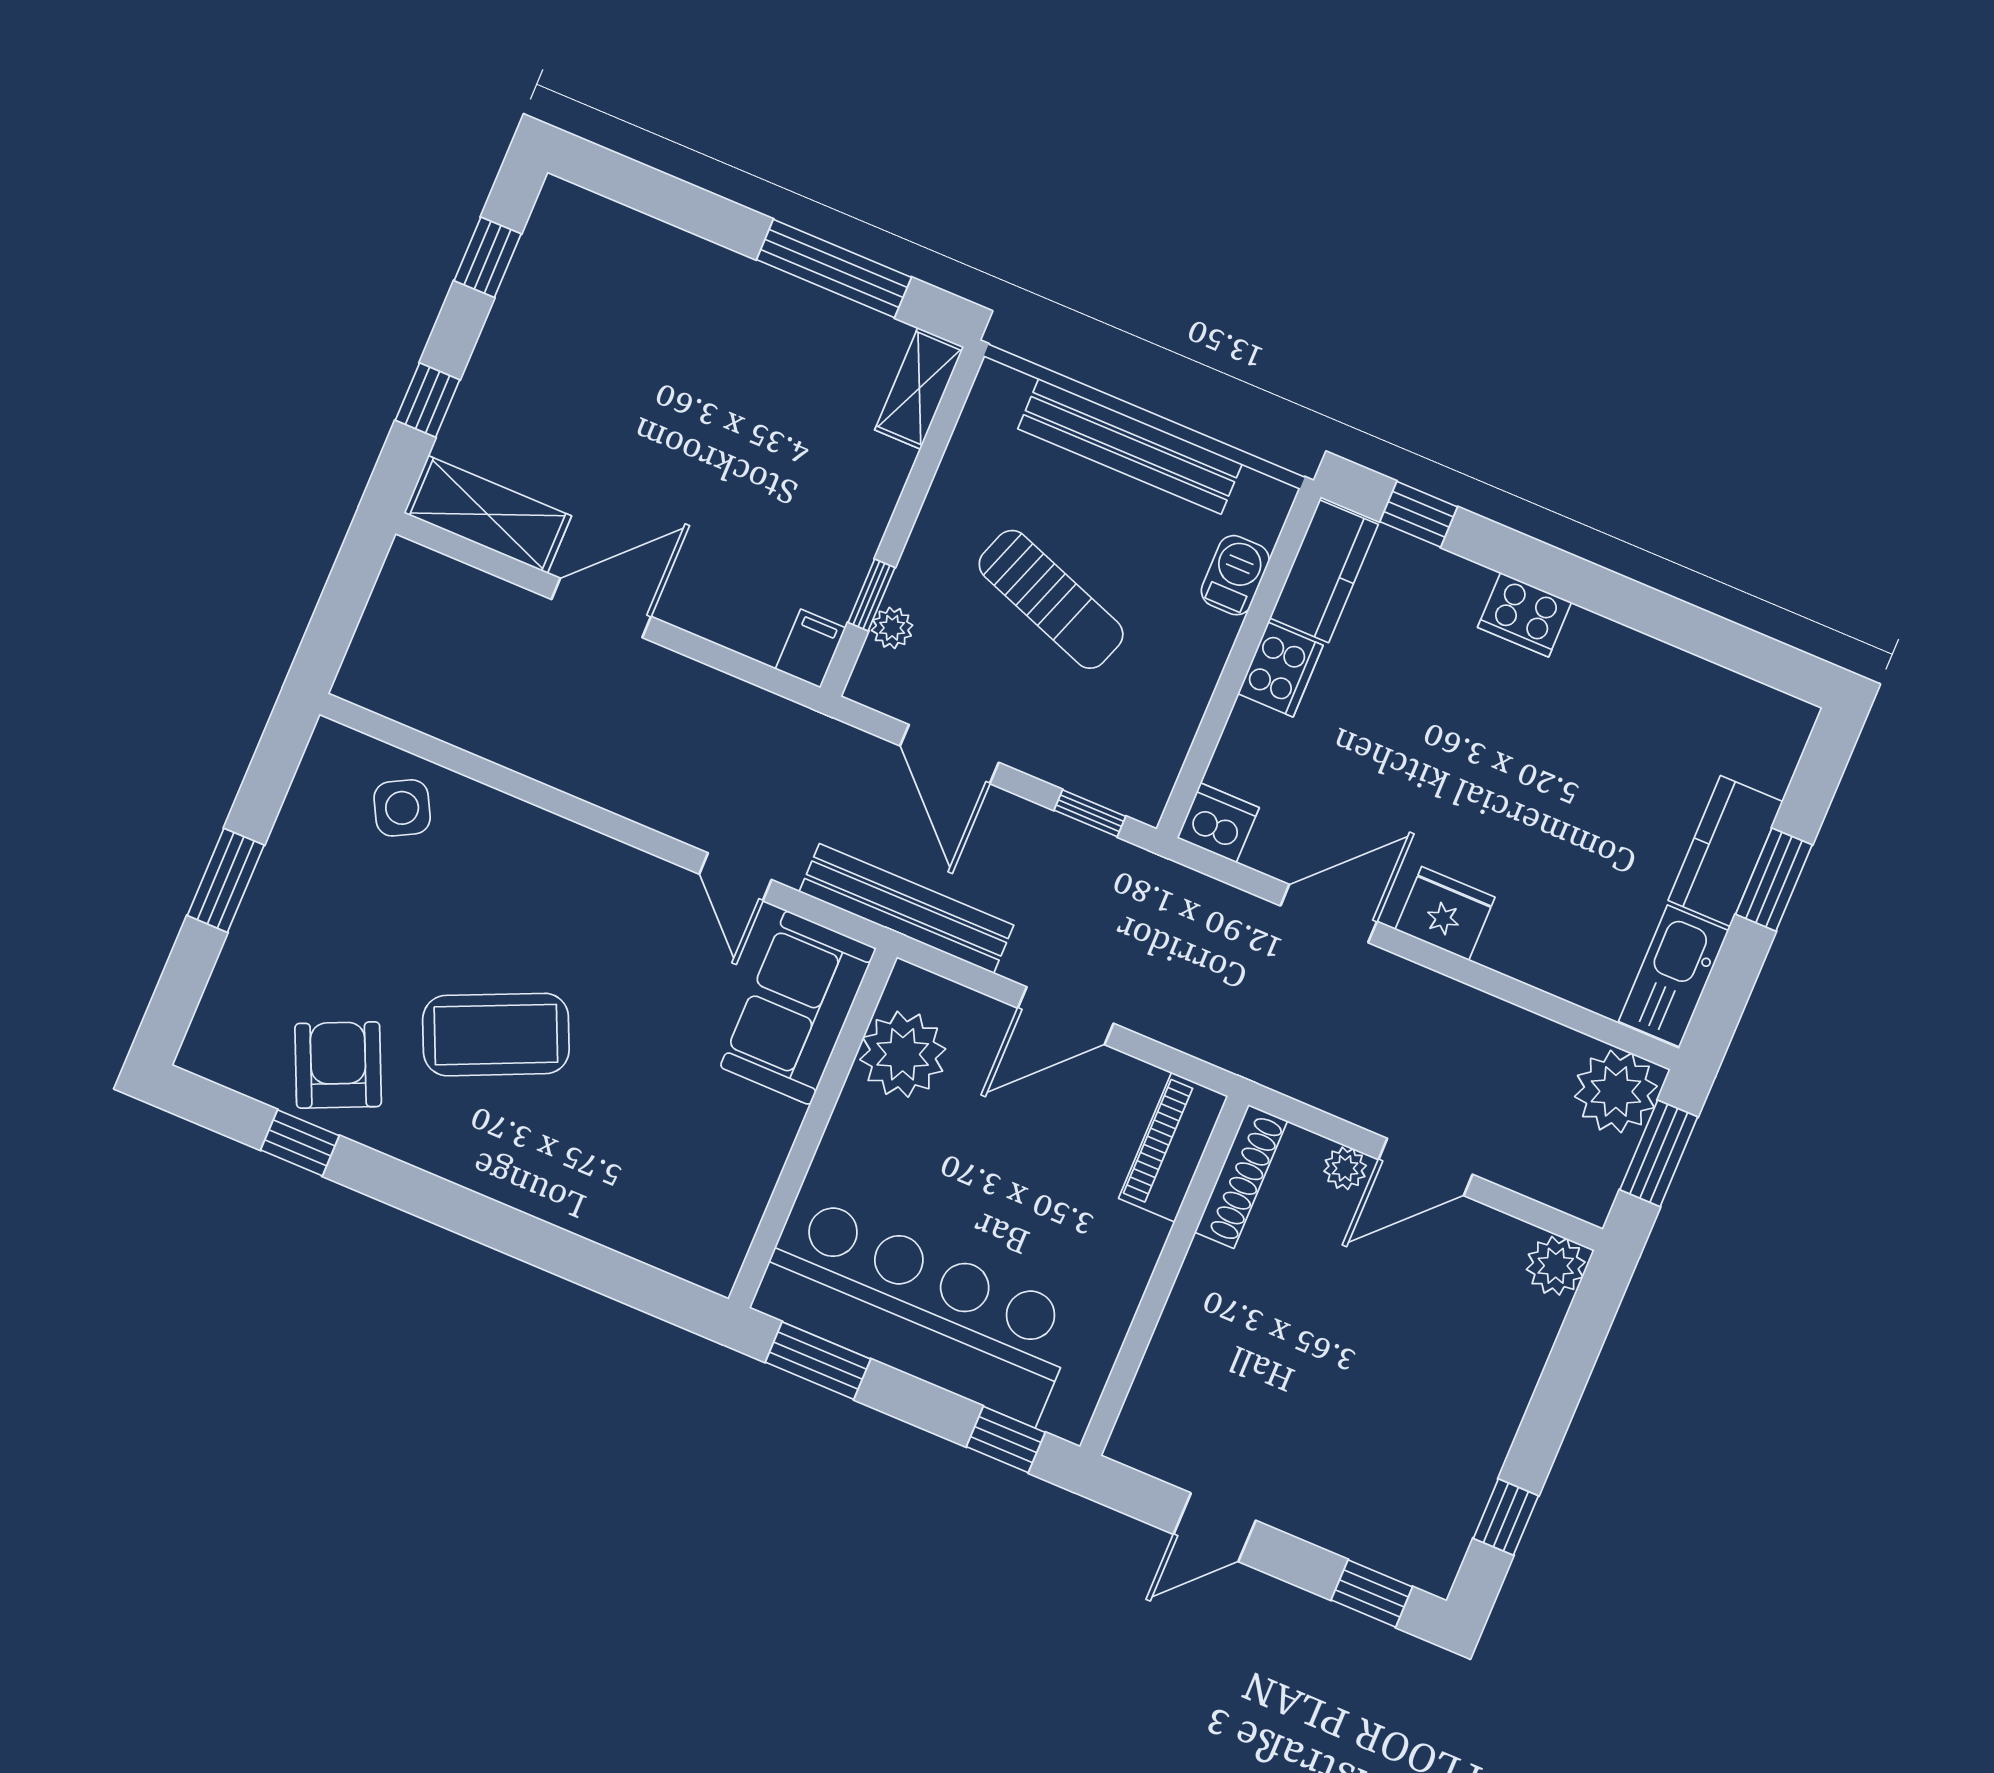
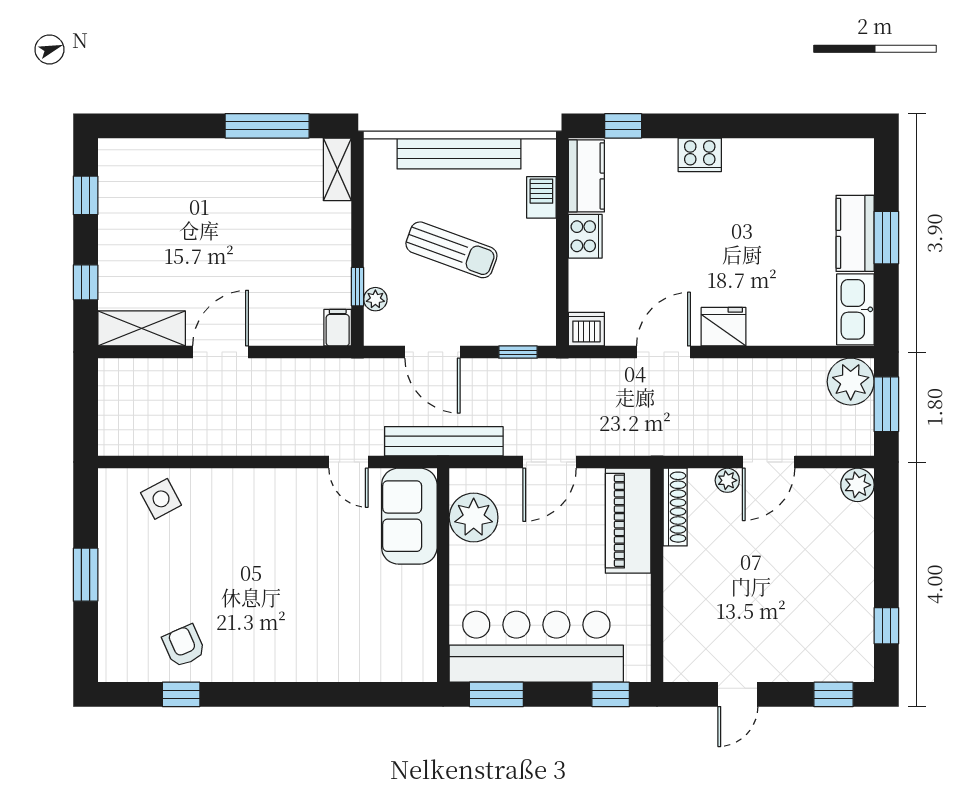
coffee table: (496, 1035) -> (259, 596), removed
armchair: (338, 1065) -> (184, 646), width x0.72, depth x0.72
piano: (1173, 1147) -> (628, 521), width x1.37, depth x1.33

